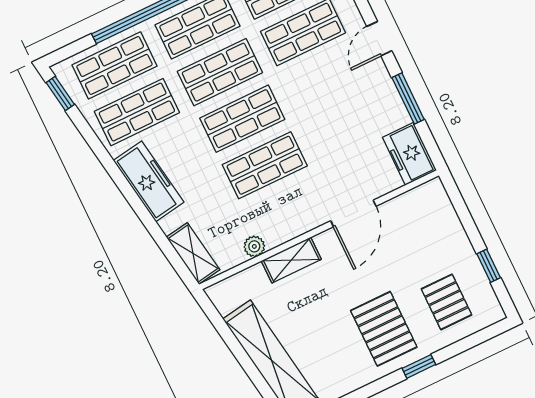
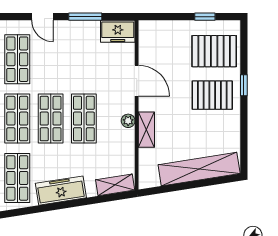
plant: (254, 246) -> (128, 121), moved
pallet: (447, 302) -> (214, 51), width x1.50, depth x1.42

